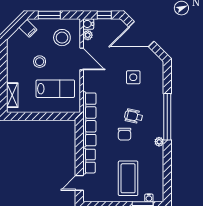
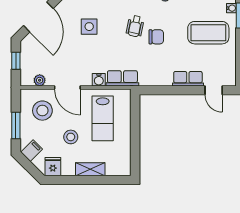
water cooler: (88, 24) -> (99, 80), moved
fridge: (14, 46) -> (53, 167), added
door: (82, 59) -> (67, 87), swing flipped
lab bench: (55, 89) -> (103, 118), turned 180
shelving: (12, 95) -> (90, 169), moved
row of seats: (89, 119) -> (122, 78), width x0.50

